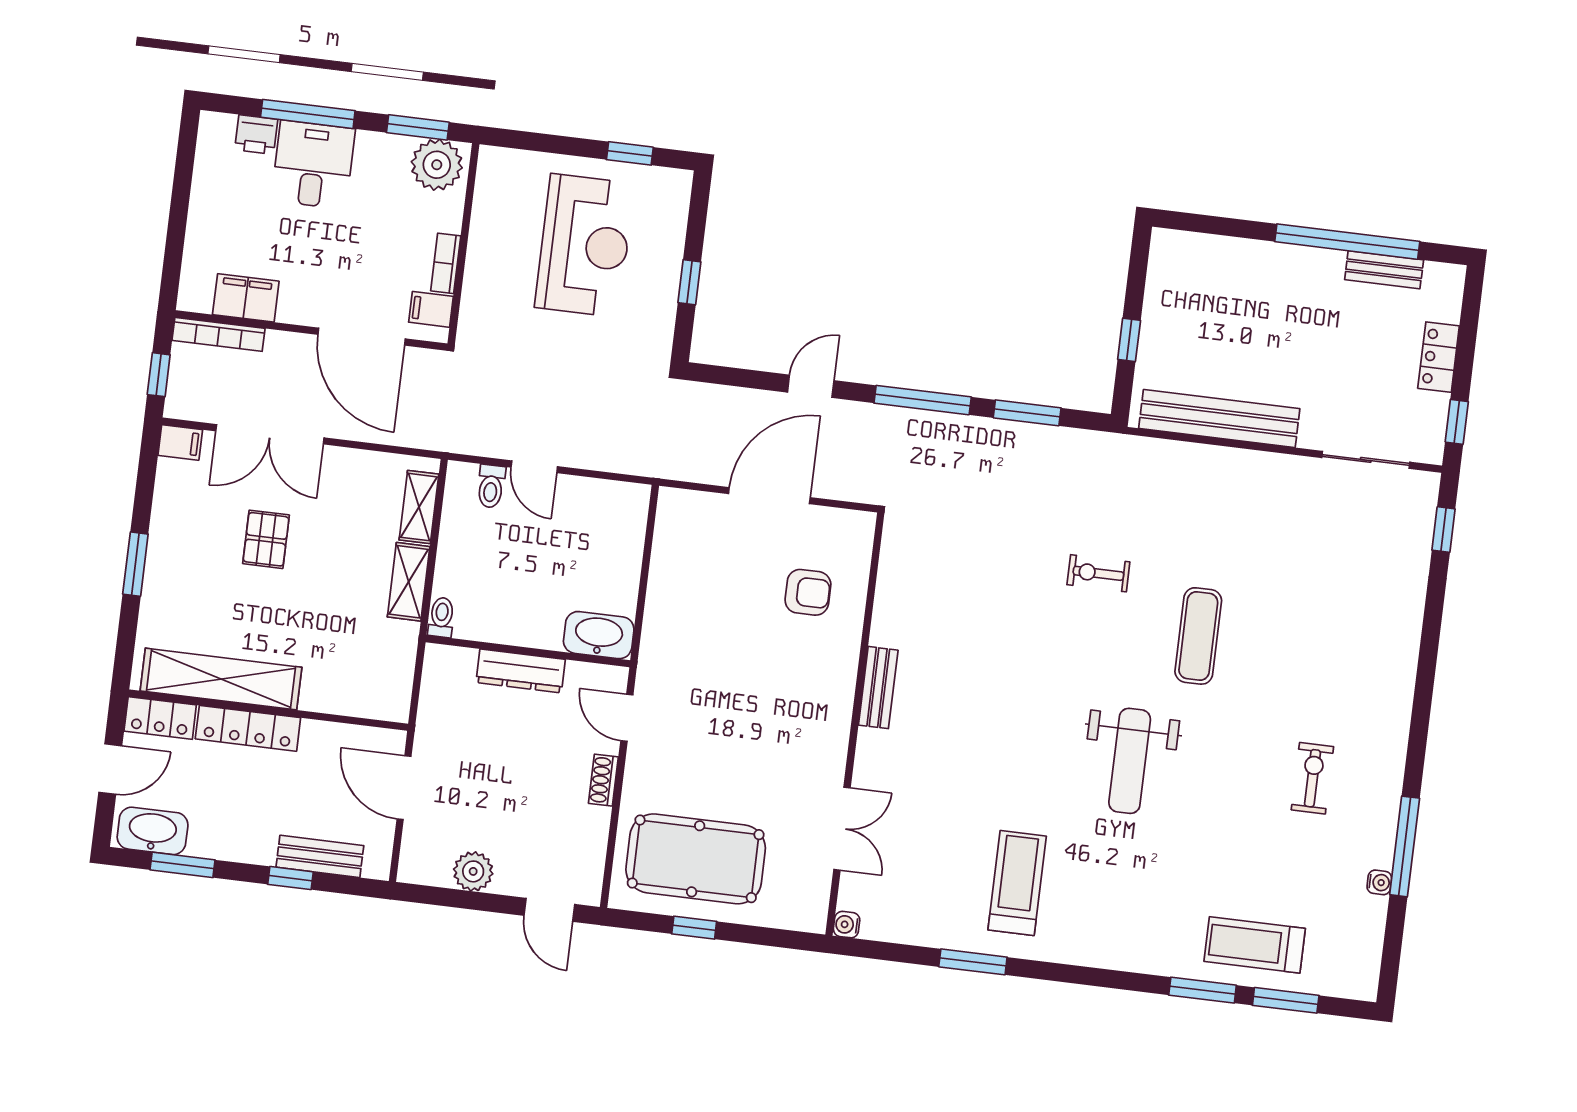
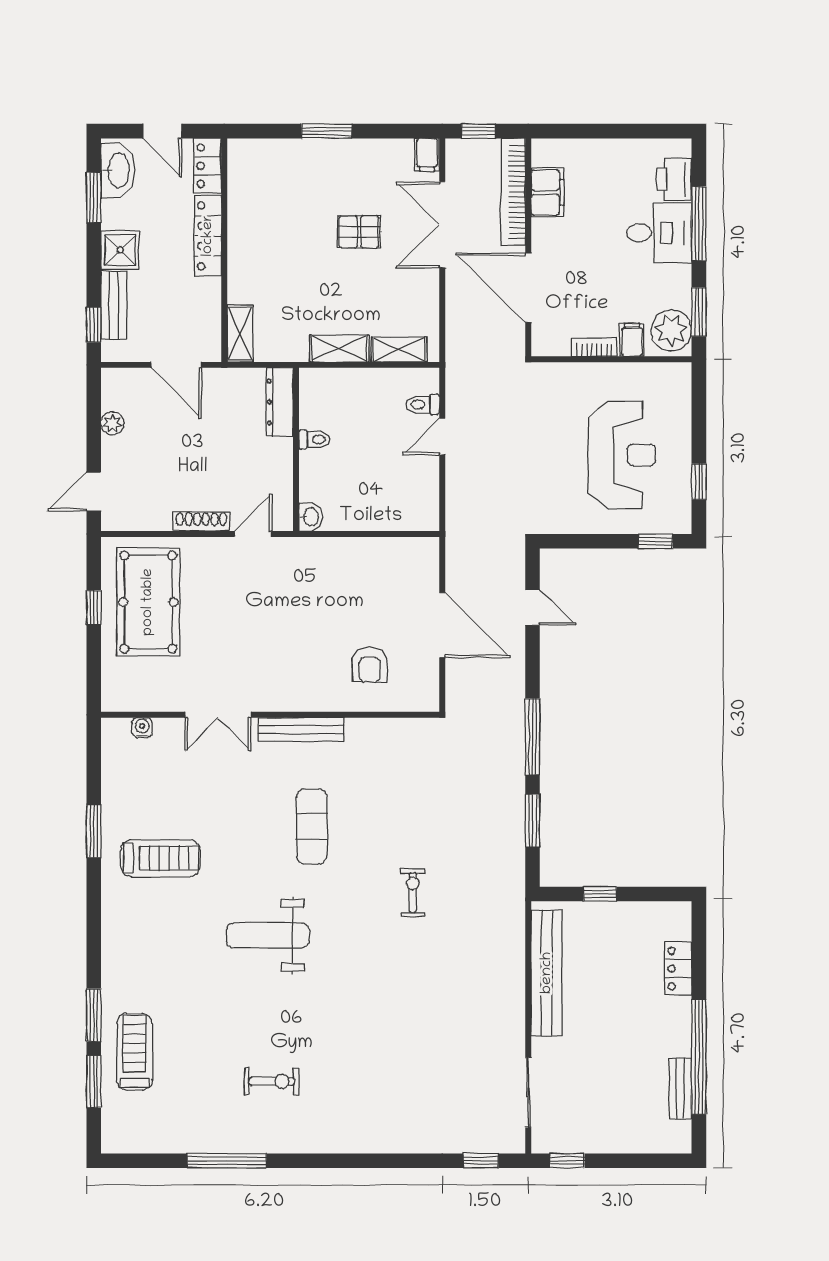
printer: (256, 135) -> (674, 179), width x1.36, depth x1.24
reception desk: (585, 246) -> (622, 455), turned -90
window: (689, 282) -> (655, 541), moved
filing cabinet: (431, 309) -> (632, 340), moved
bookcase: (219, 334) -> (513, 192), width x1.48, depth x1.31
door: (362, 337) -> (528, 288), hinge flipped
locker: (1439, 357) -> (678, 969), moved, turned -90
door: (811, 386) -> (533, 607), moved
toilet: (441, 617) -> (314, 440), moved
washbasin: (599, 635) -> (310, 517), width x0.52, depth x0.69
exercise mat: (1198, 636) -> (312, 826), moved, turned 90
dresser: (521, 671) -> (280, 402), moved
shelving: (221, 679) -> (240, 333), moved, width x0.45, depth x0.75
bench: (878, 688) -> (301, 730), width x1.36
shoe rack: (603, 780) -> (201, 522), width x1.43
door: (404, 788) -> (176, 365), swing flipped
double door: (842, 829) -> (218, 715), moved
shower: (252, 840) -> (120, 250), added
plant: (473, 871) -> (112, 423), width x0.73, depth x0.73
window: (290, 878) -> (94, 325), moved
water cooler: (1379, 882) -> (196, 1144), removed
water cooler: (847, 925) -> (142, 728), moved

